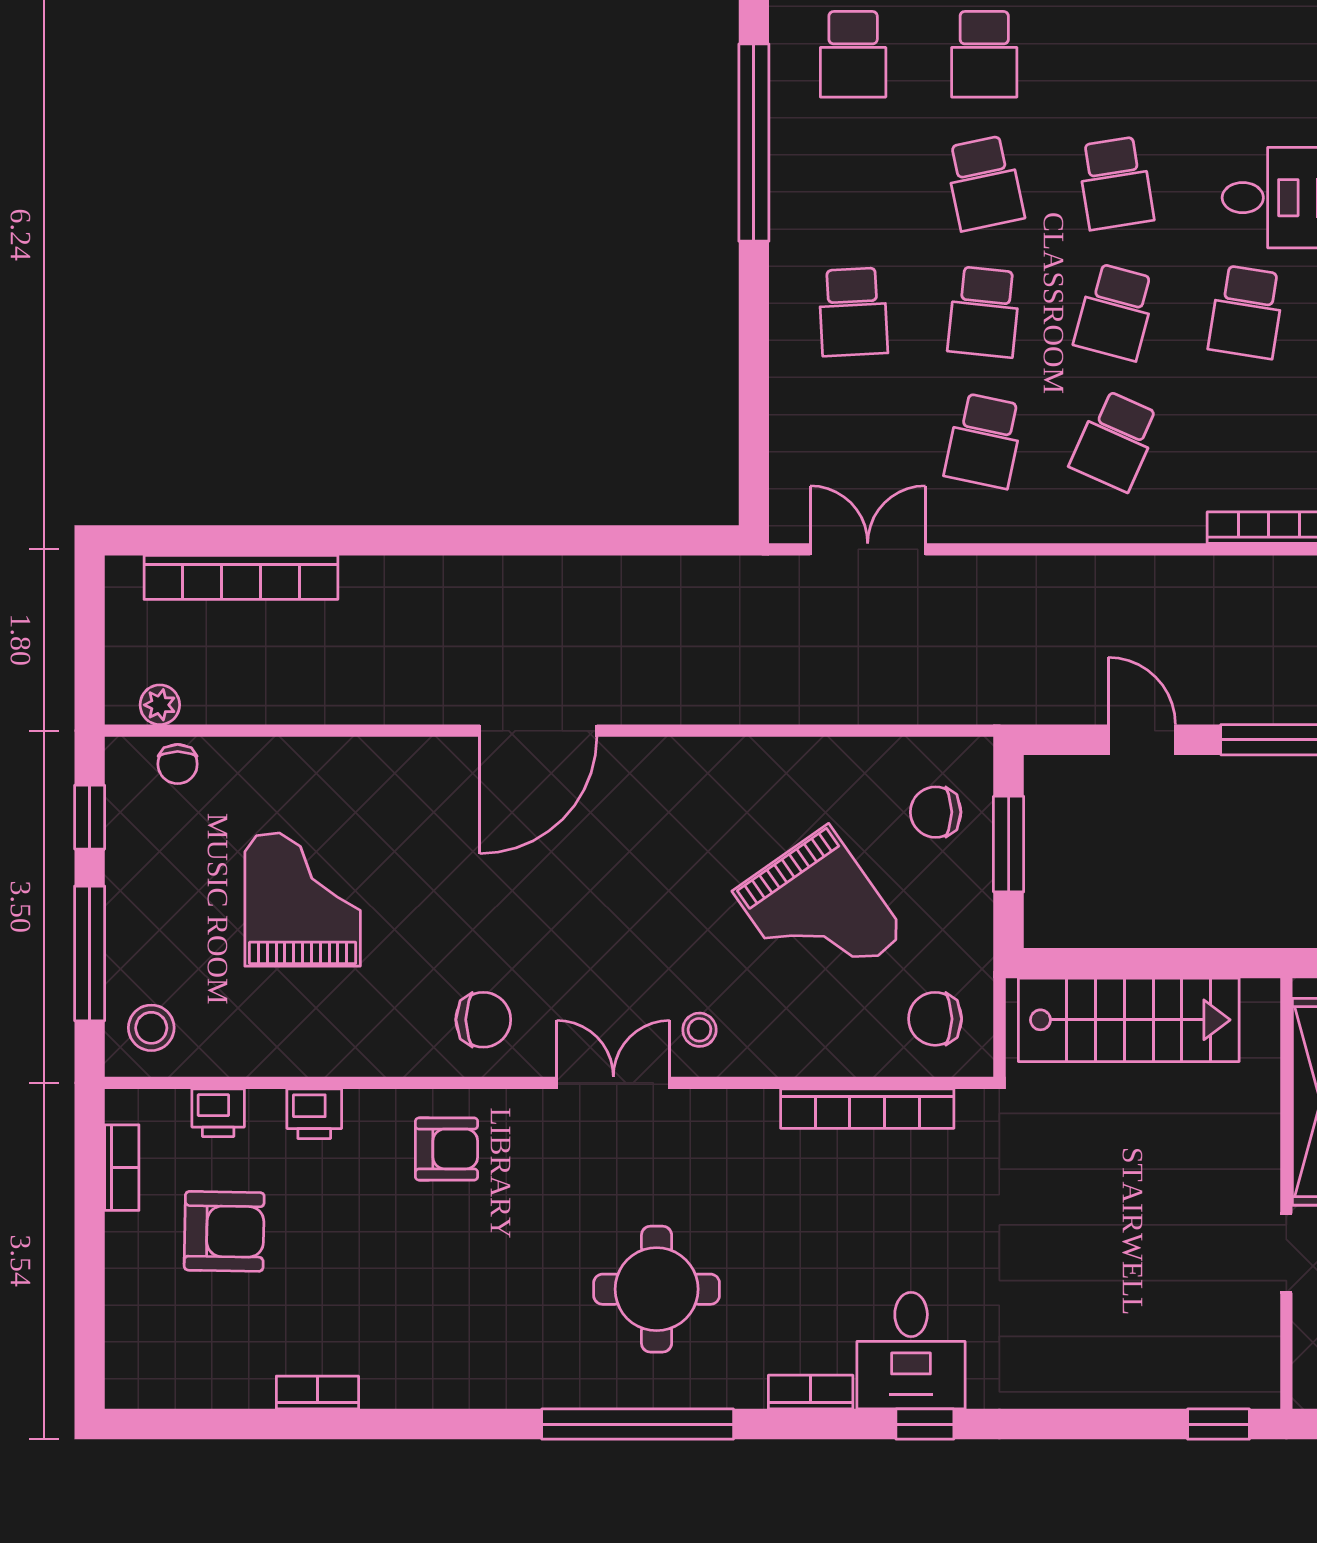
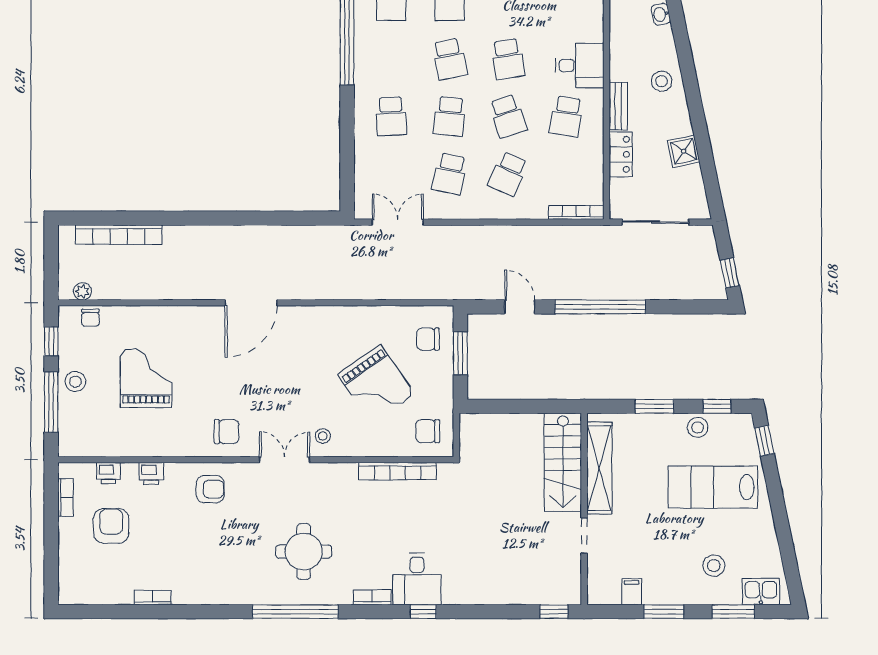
school desk: (1115, 312) -> (508, 116), turned -33
stairs: (1129, 1020) -> (563, 462), moved, turned 90
stool: (151, 1028) -> (75, 382), moved
armchair: (224, 1231) -> (111, 526), turned -91

